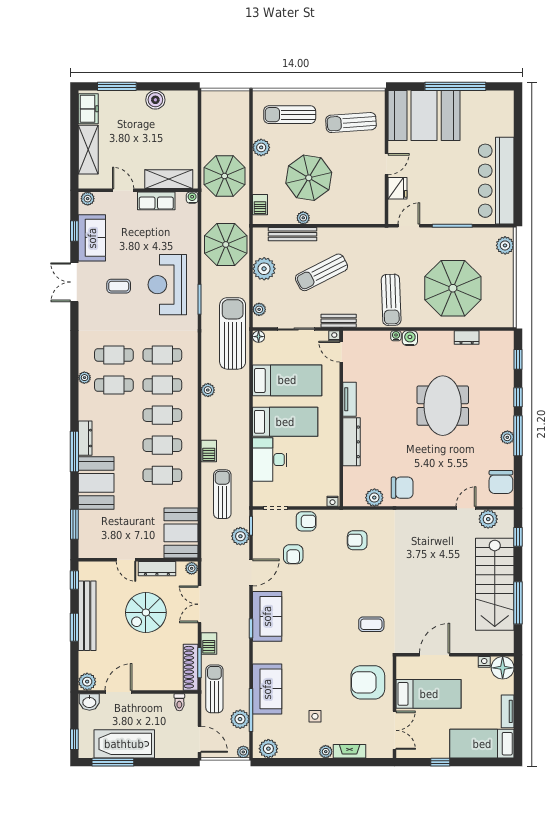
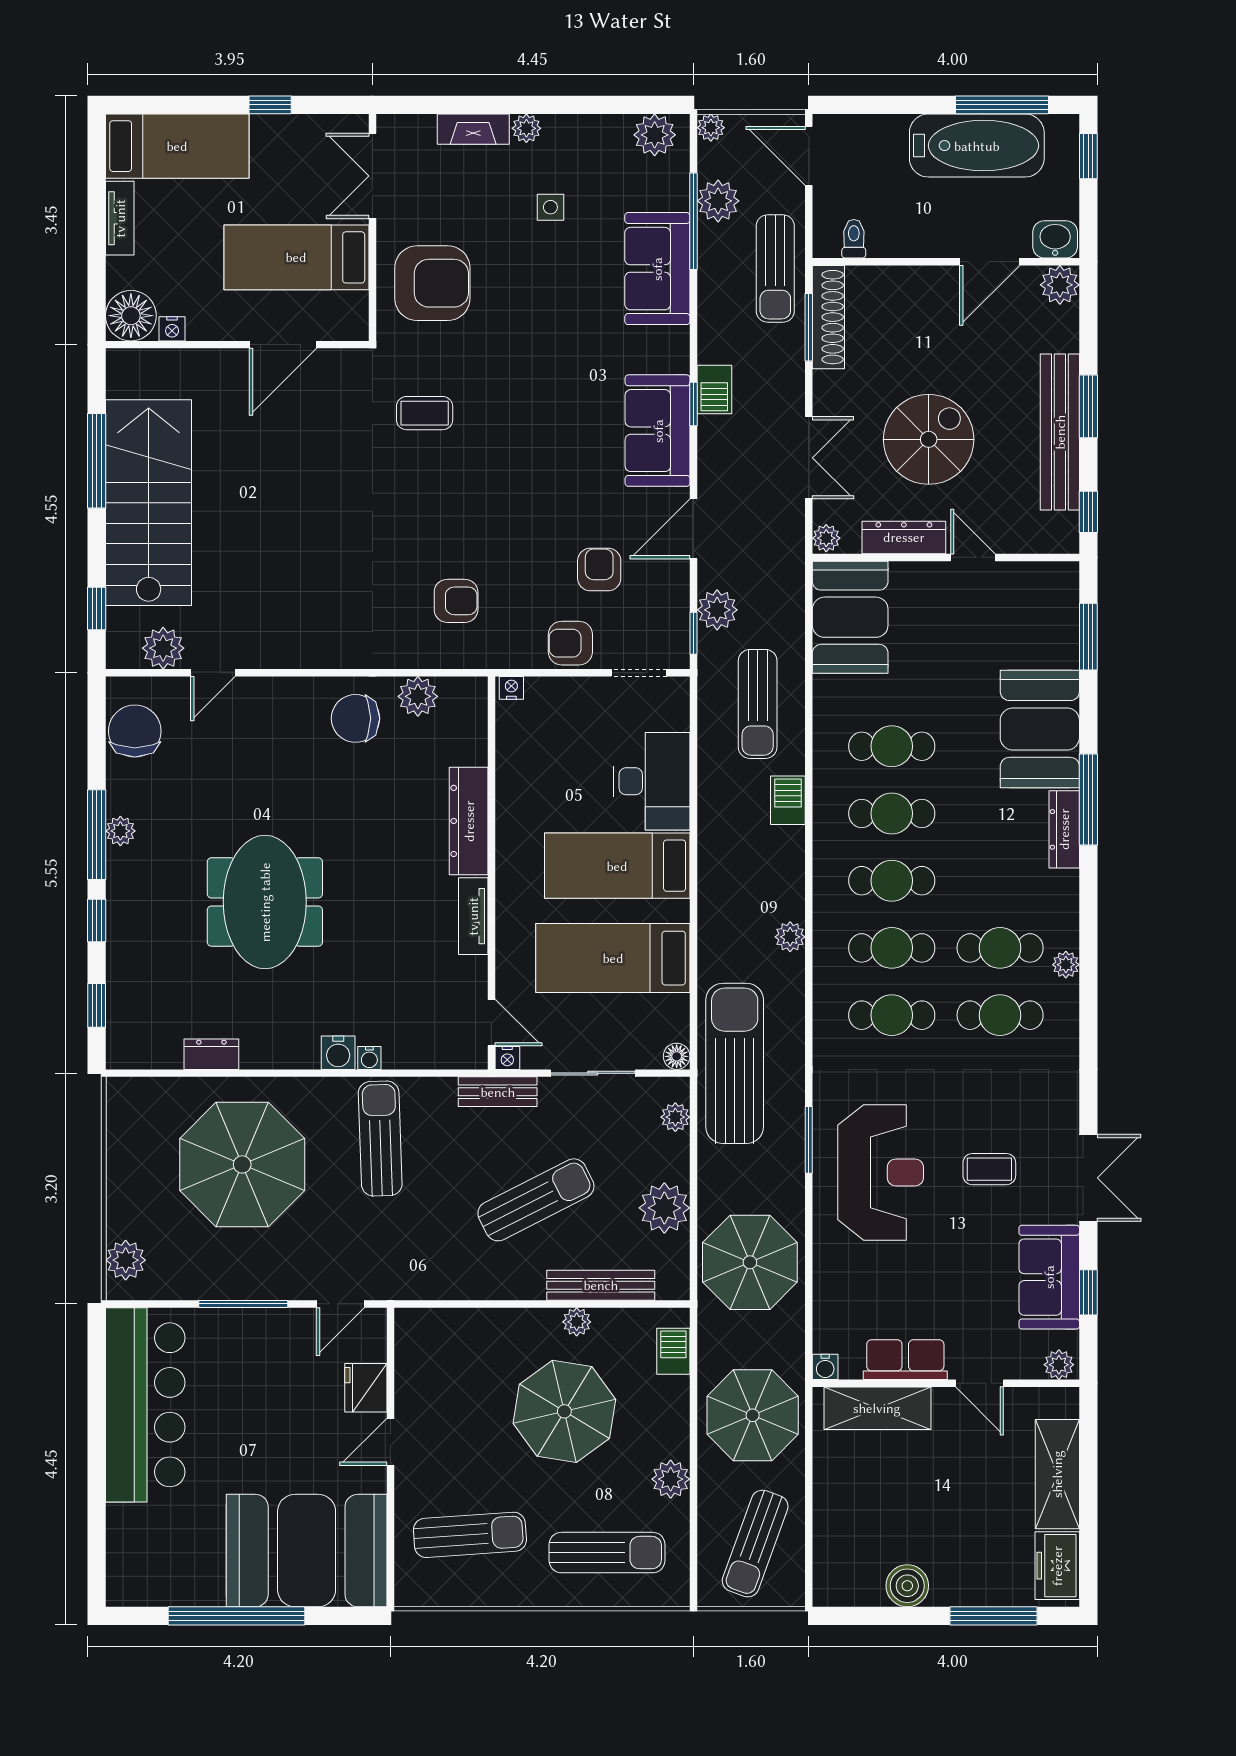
sun lounger: (223, 119) -> (755, 1544), added
sun lounger: (233, 333) -> (735, 1063), turned 180
barbecue: (209, 643) -> (714, 390), moved, turned 180

